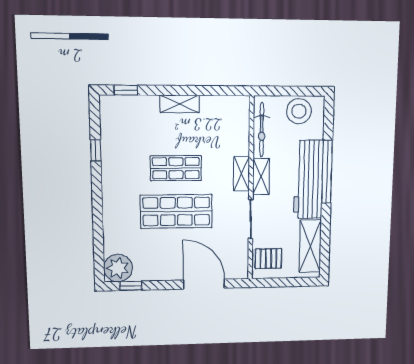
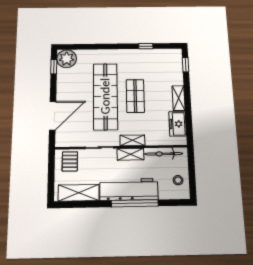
freezer: (219, 107) -> (178, 124), added
stool: (299, 111) -> (178, 180), width x0.53, depth x0.53
shop shelf: (176, 211) -> (105, 96), width x1.40

